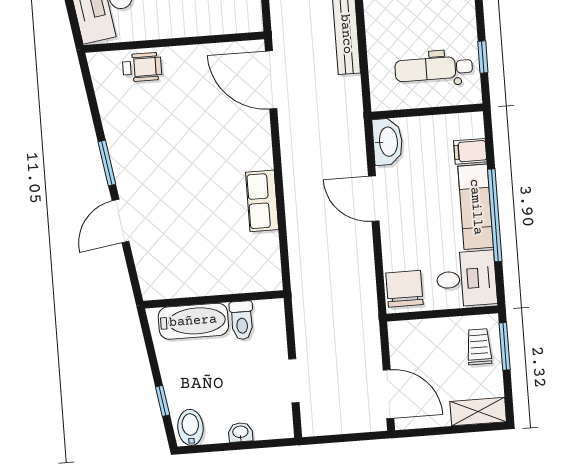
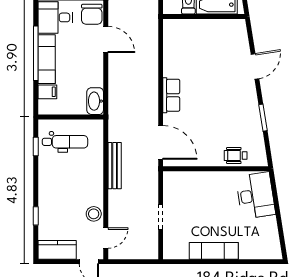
window: (107, 163) -> (263, 118), moved
door: (374, 199) -> (106, 39), moved
row of seats: (262, 201) -> (171, 95), moved

